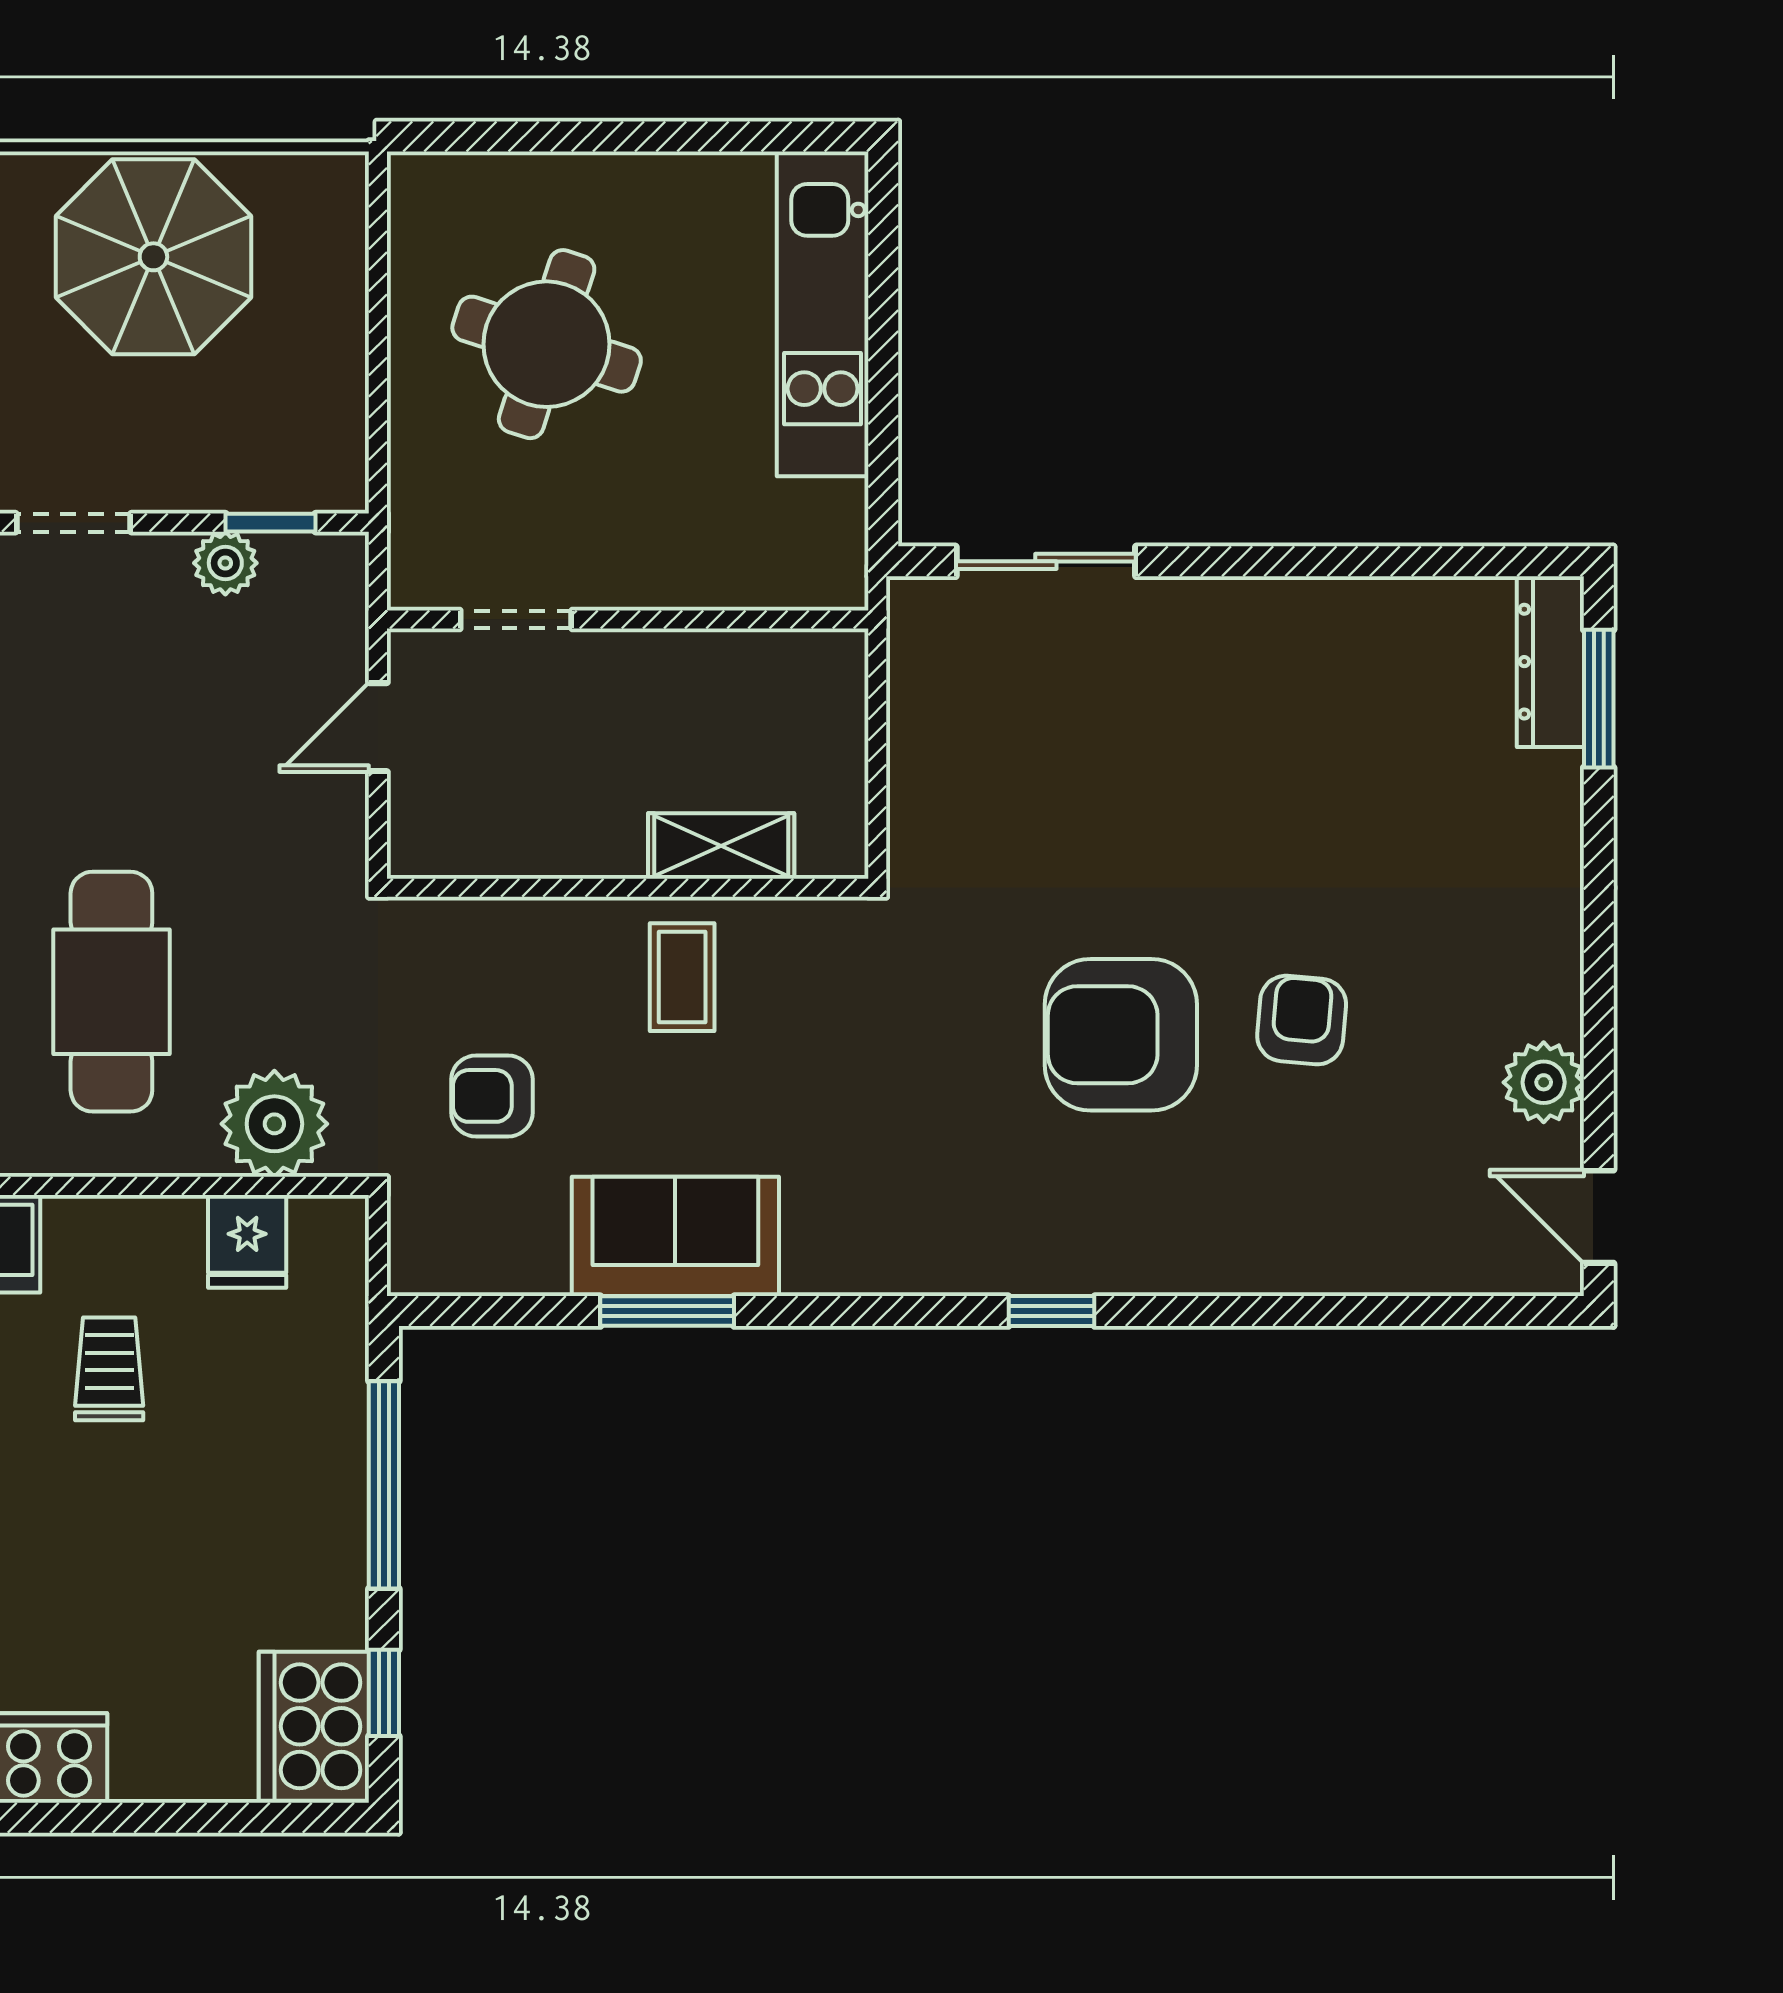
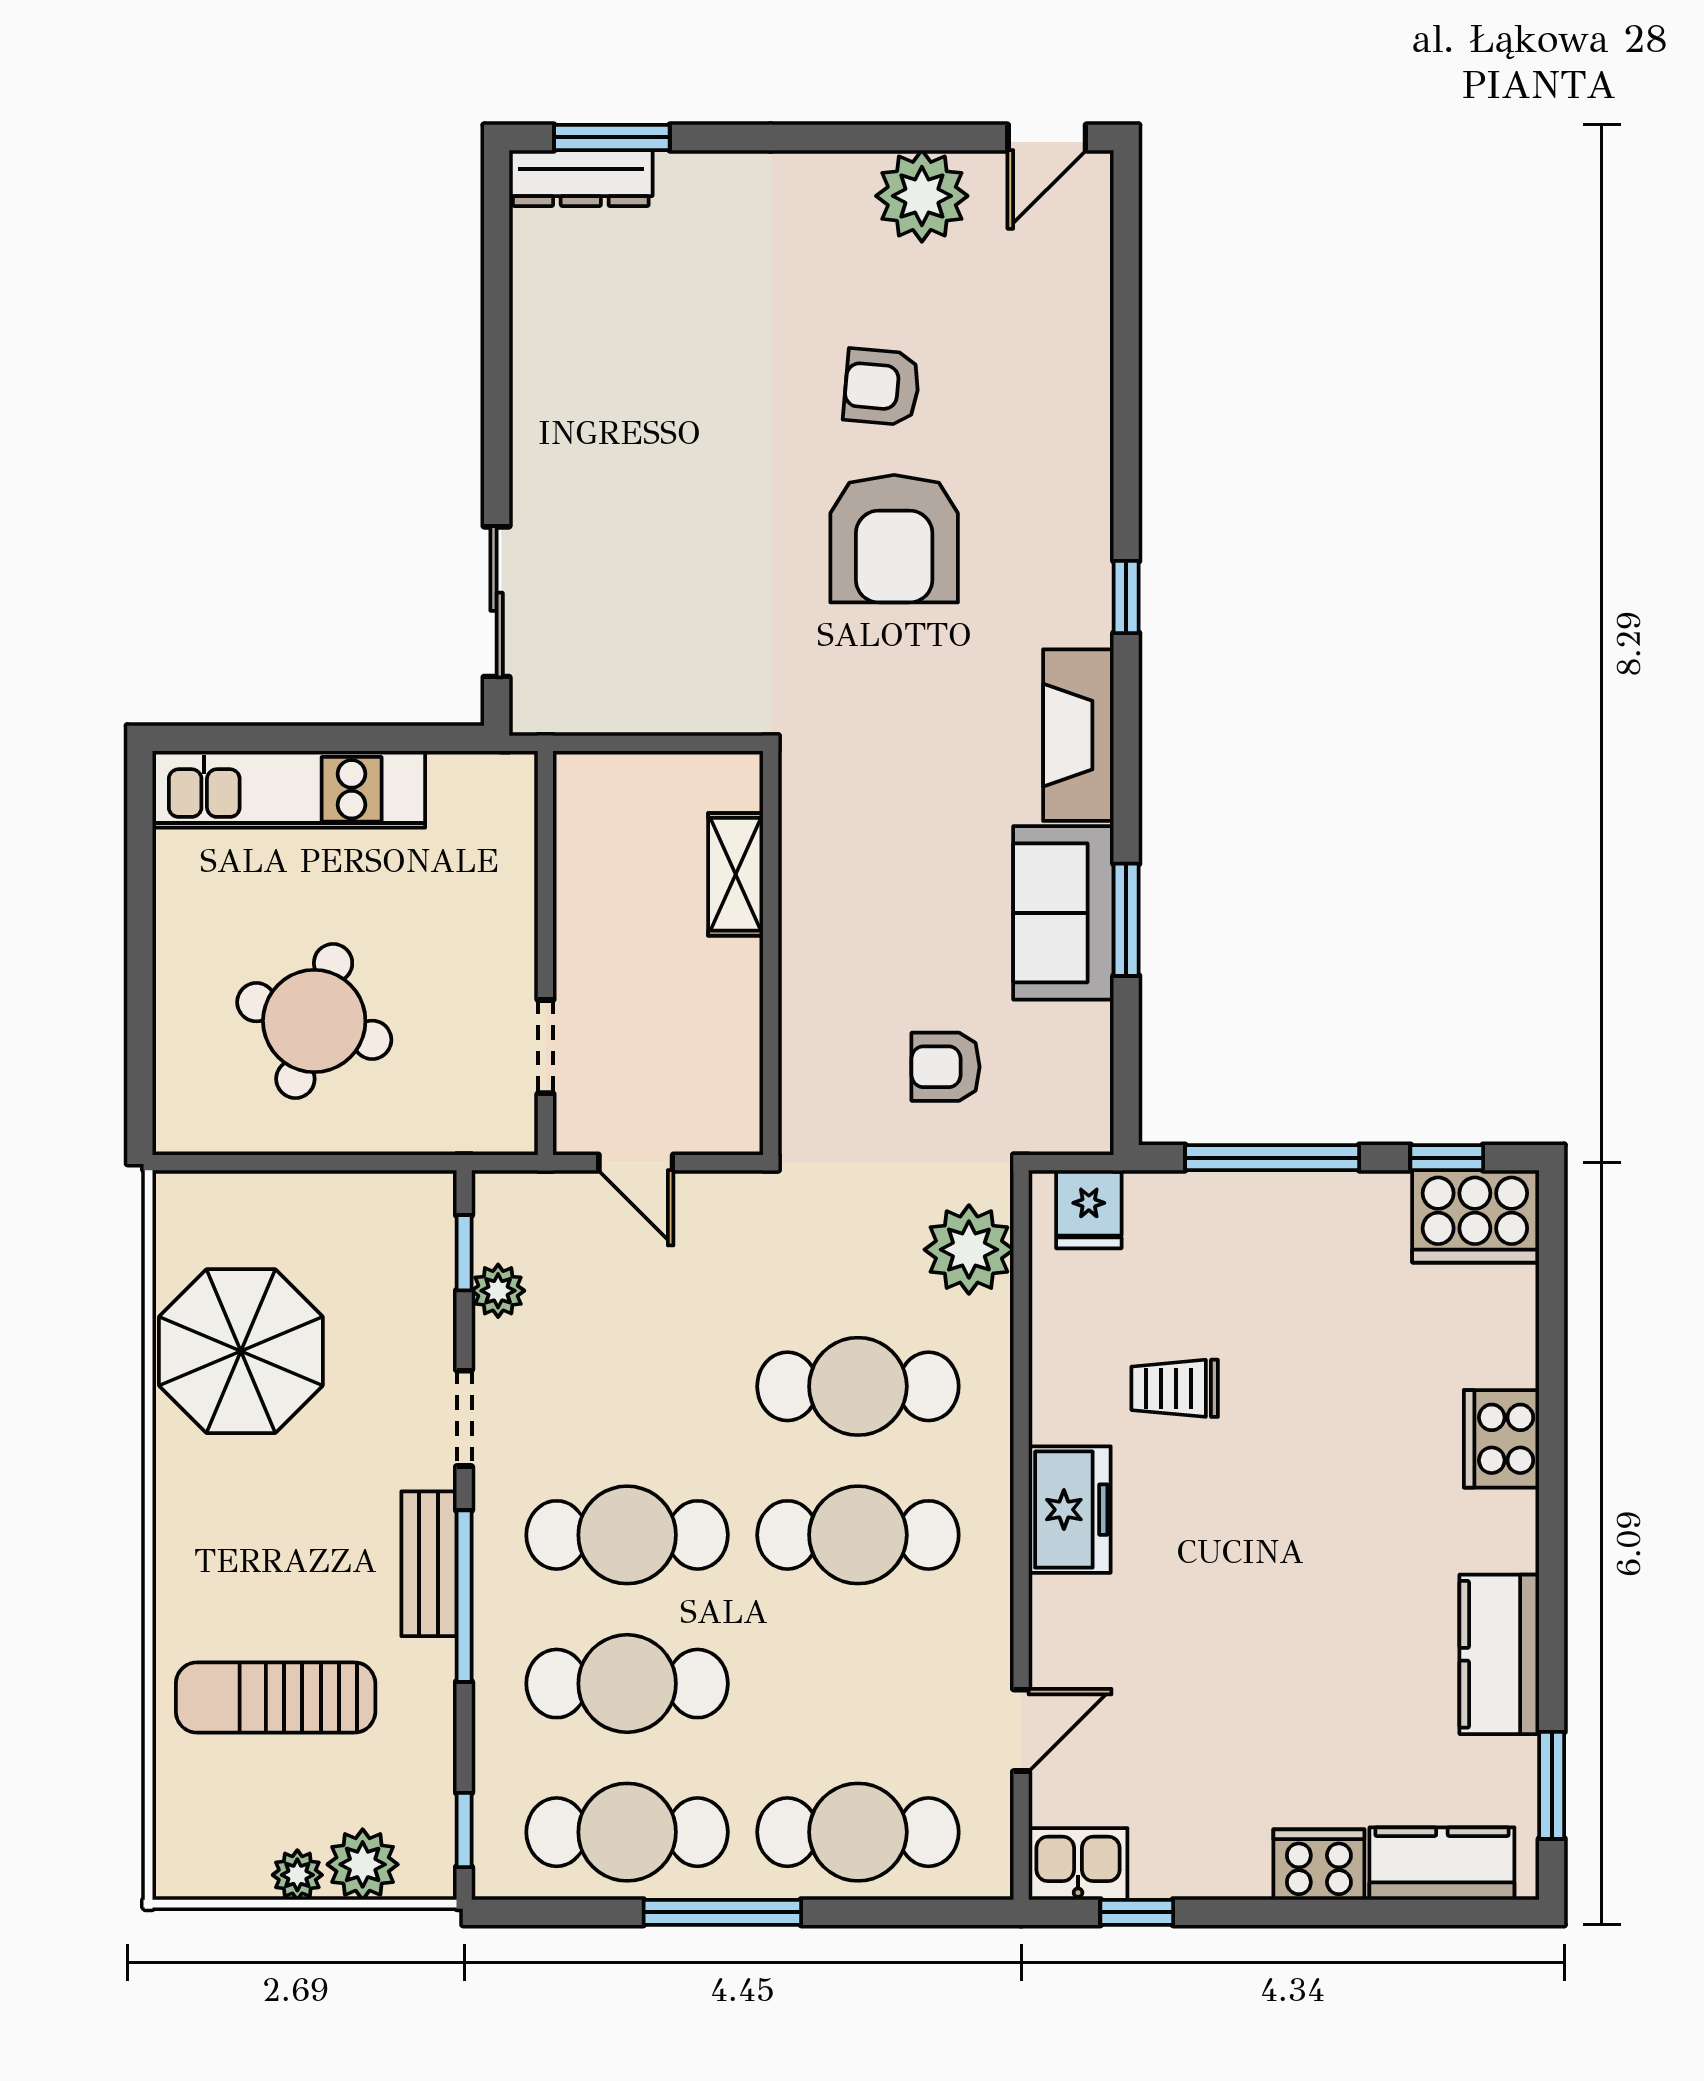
coffee table: (682, 977) -> (846, 907), removed
plant: (1544, 1082) -> (922, 196), width x1.36, depth x1.36
armchair: (492, 1096) -> (946, 1067), turned 90
fridge: (247, 1241) -> (1089, 1209), moved, turned 90
fireplace: (887, 1254) -> (1078, 735), added

